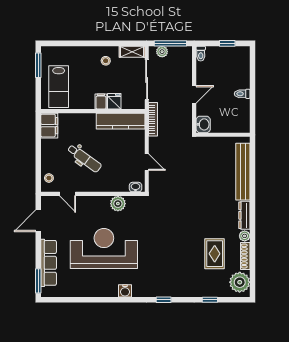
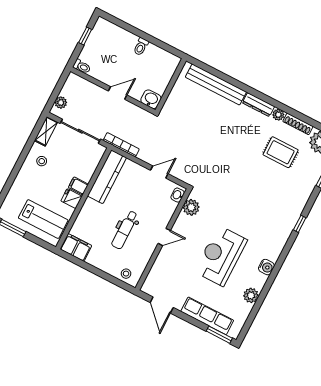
window: (170, 43) -> (57, 91), removed
door: (194, 94) -> (118, 93), hinge flipped
fridge: (114, 101) -> (72, 199), moved
dental chair: (84, 158) -> (125, 230), turned 144
door: (68, 194) -> (164, 237), moved
plant: (118, 204) -> (191, 207), moved
reception desk: (104, 249) -> (221, 256), width x0.74, depth x0.77
plant: (84, 290) -> (251, 295), added
water cooler: (125, 291) -> (266, 267), moved

